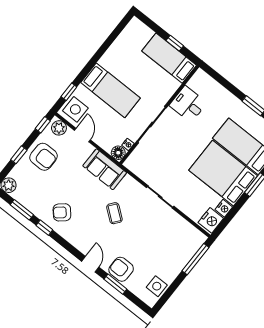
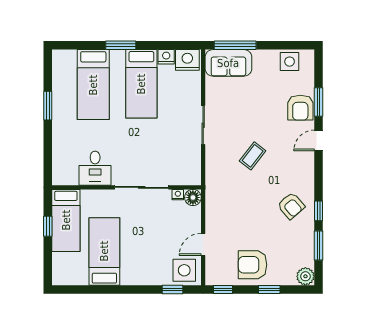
bed: (111, 90) -> (104, 251), moved
plant: (59, 128) -> (214, 272), removed
armchair: (44, 157) -> (253, 265), turned -90
sofa: (105, 169) -> (228, 63), moved, turned 90
bed: (223, 173) -> (141, 84), width x0.67

